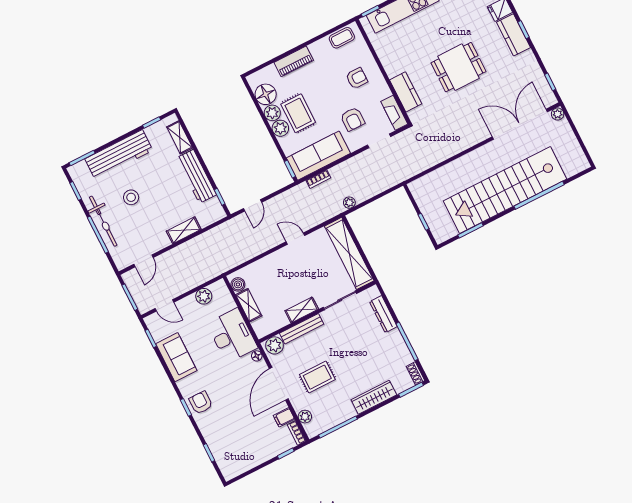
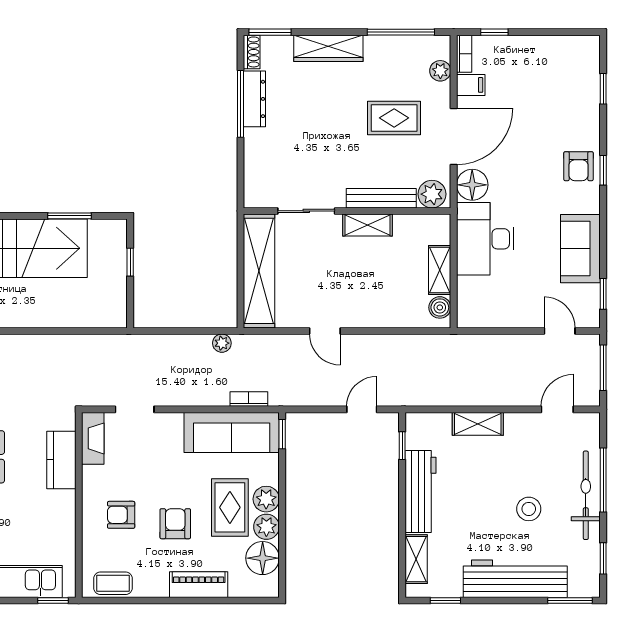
armchair: (353, 119) -> (175, 524), moved
plant: (204, 296) -> (497, 315), removed
dresser: (383, 314) -> (254, 99), moved
floor lamp: (257, 356) -> (472, 185), width x1.89, depth x1.89

